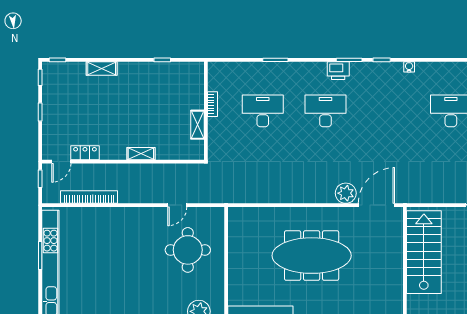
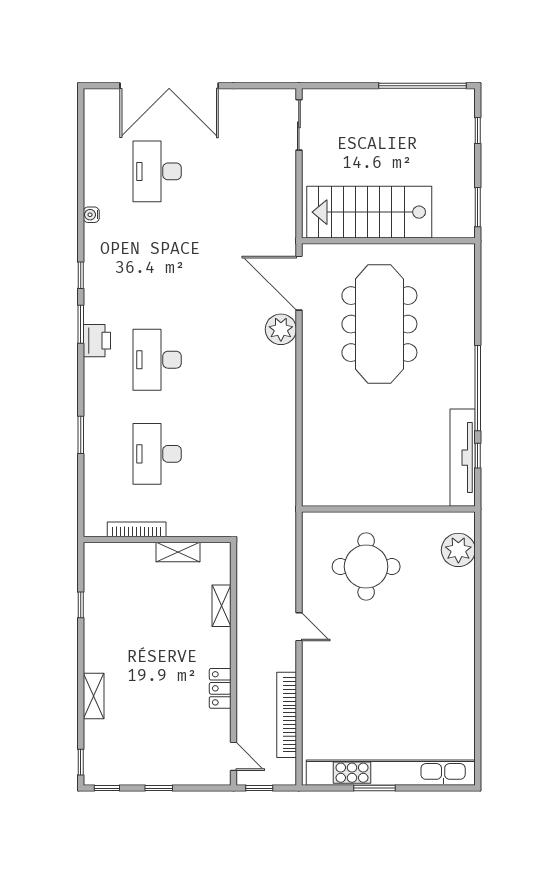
water cooler: (409, 67) -> (91, 215), moved
bookcase: (212, 104) -> (137, 529), width x1.56
locker: (85, 153) -> (220, 688), moved
shelving: (141, 154) -> (221, 606), moved
door: (177, 205) -> (299, 627), moved
meeting table: (312, 256) -> (379, 324), moved

